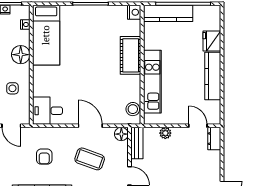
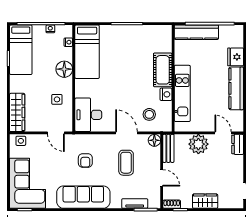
nightstand: (134, 12) -> (166, 94), moved
stool: (133, 109) -> (149, 114), moved
desk: (48, 111) -> (88, 115), width x1.37
plant: (165, 133) -> (198, 144), width x1.88, depth x1.88
coffee table: (90, 159) -> (126, 163), turned 70

